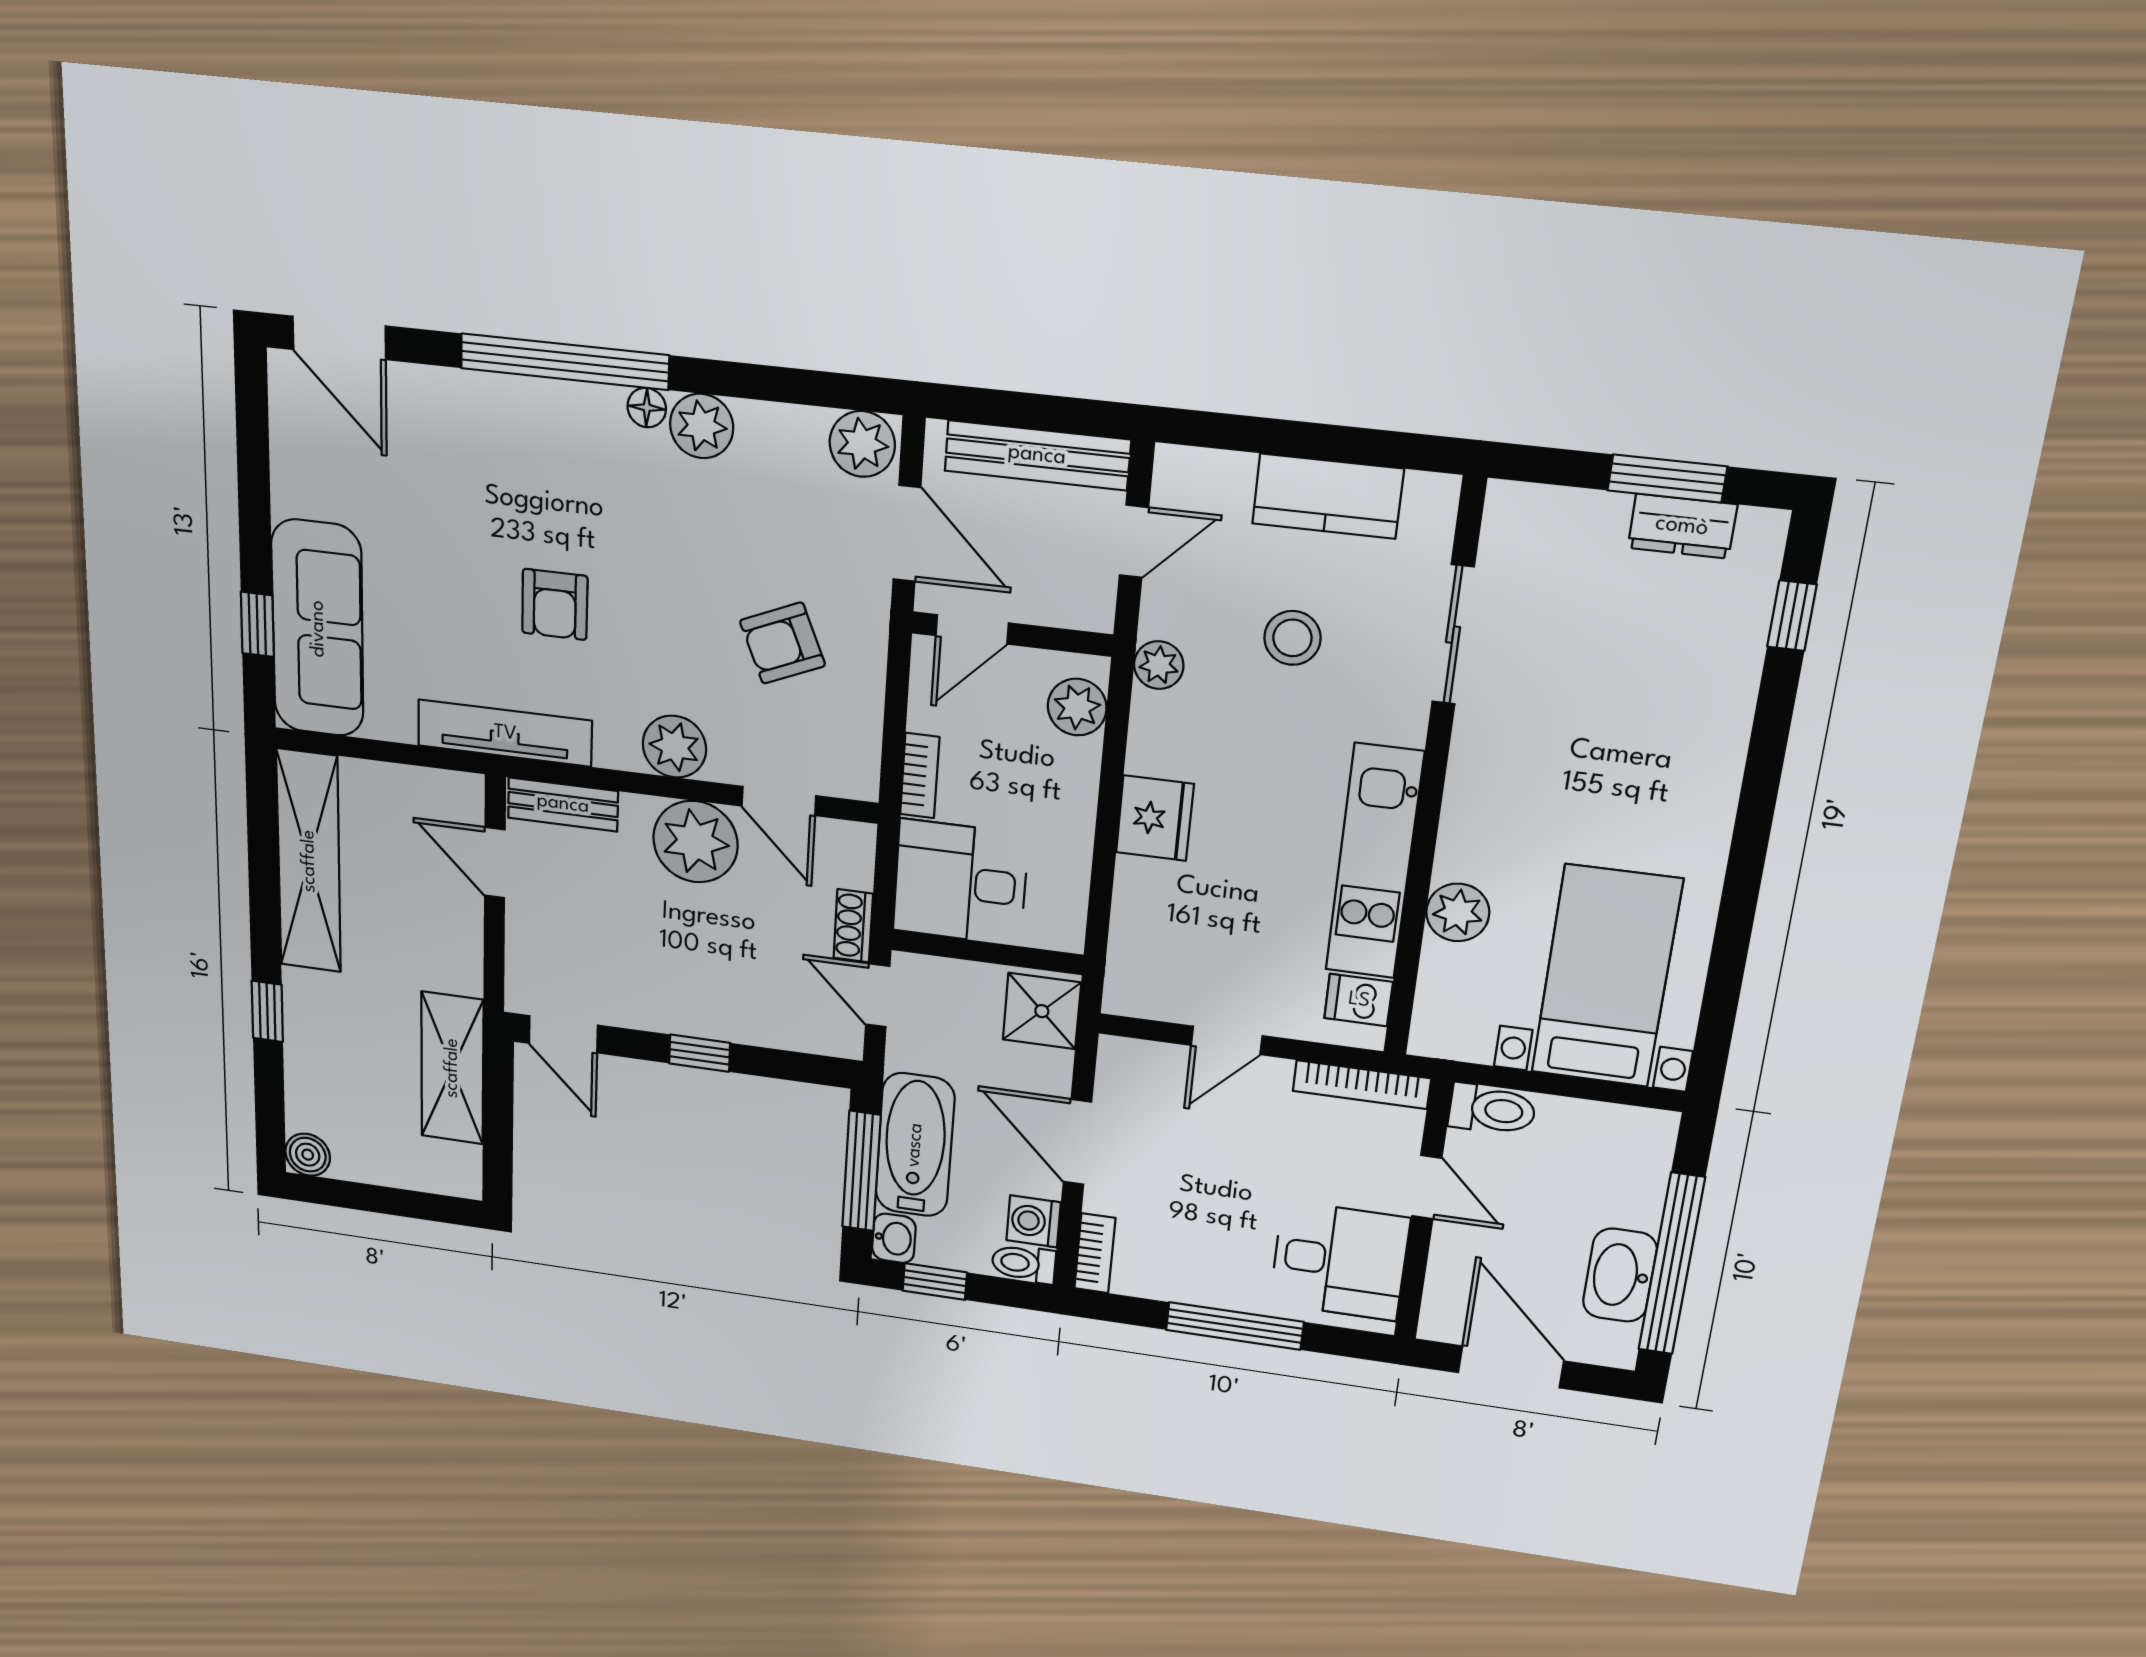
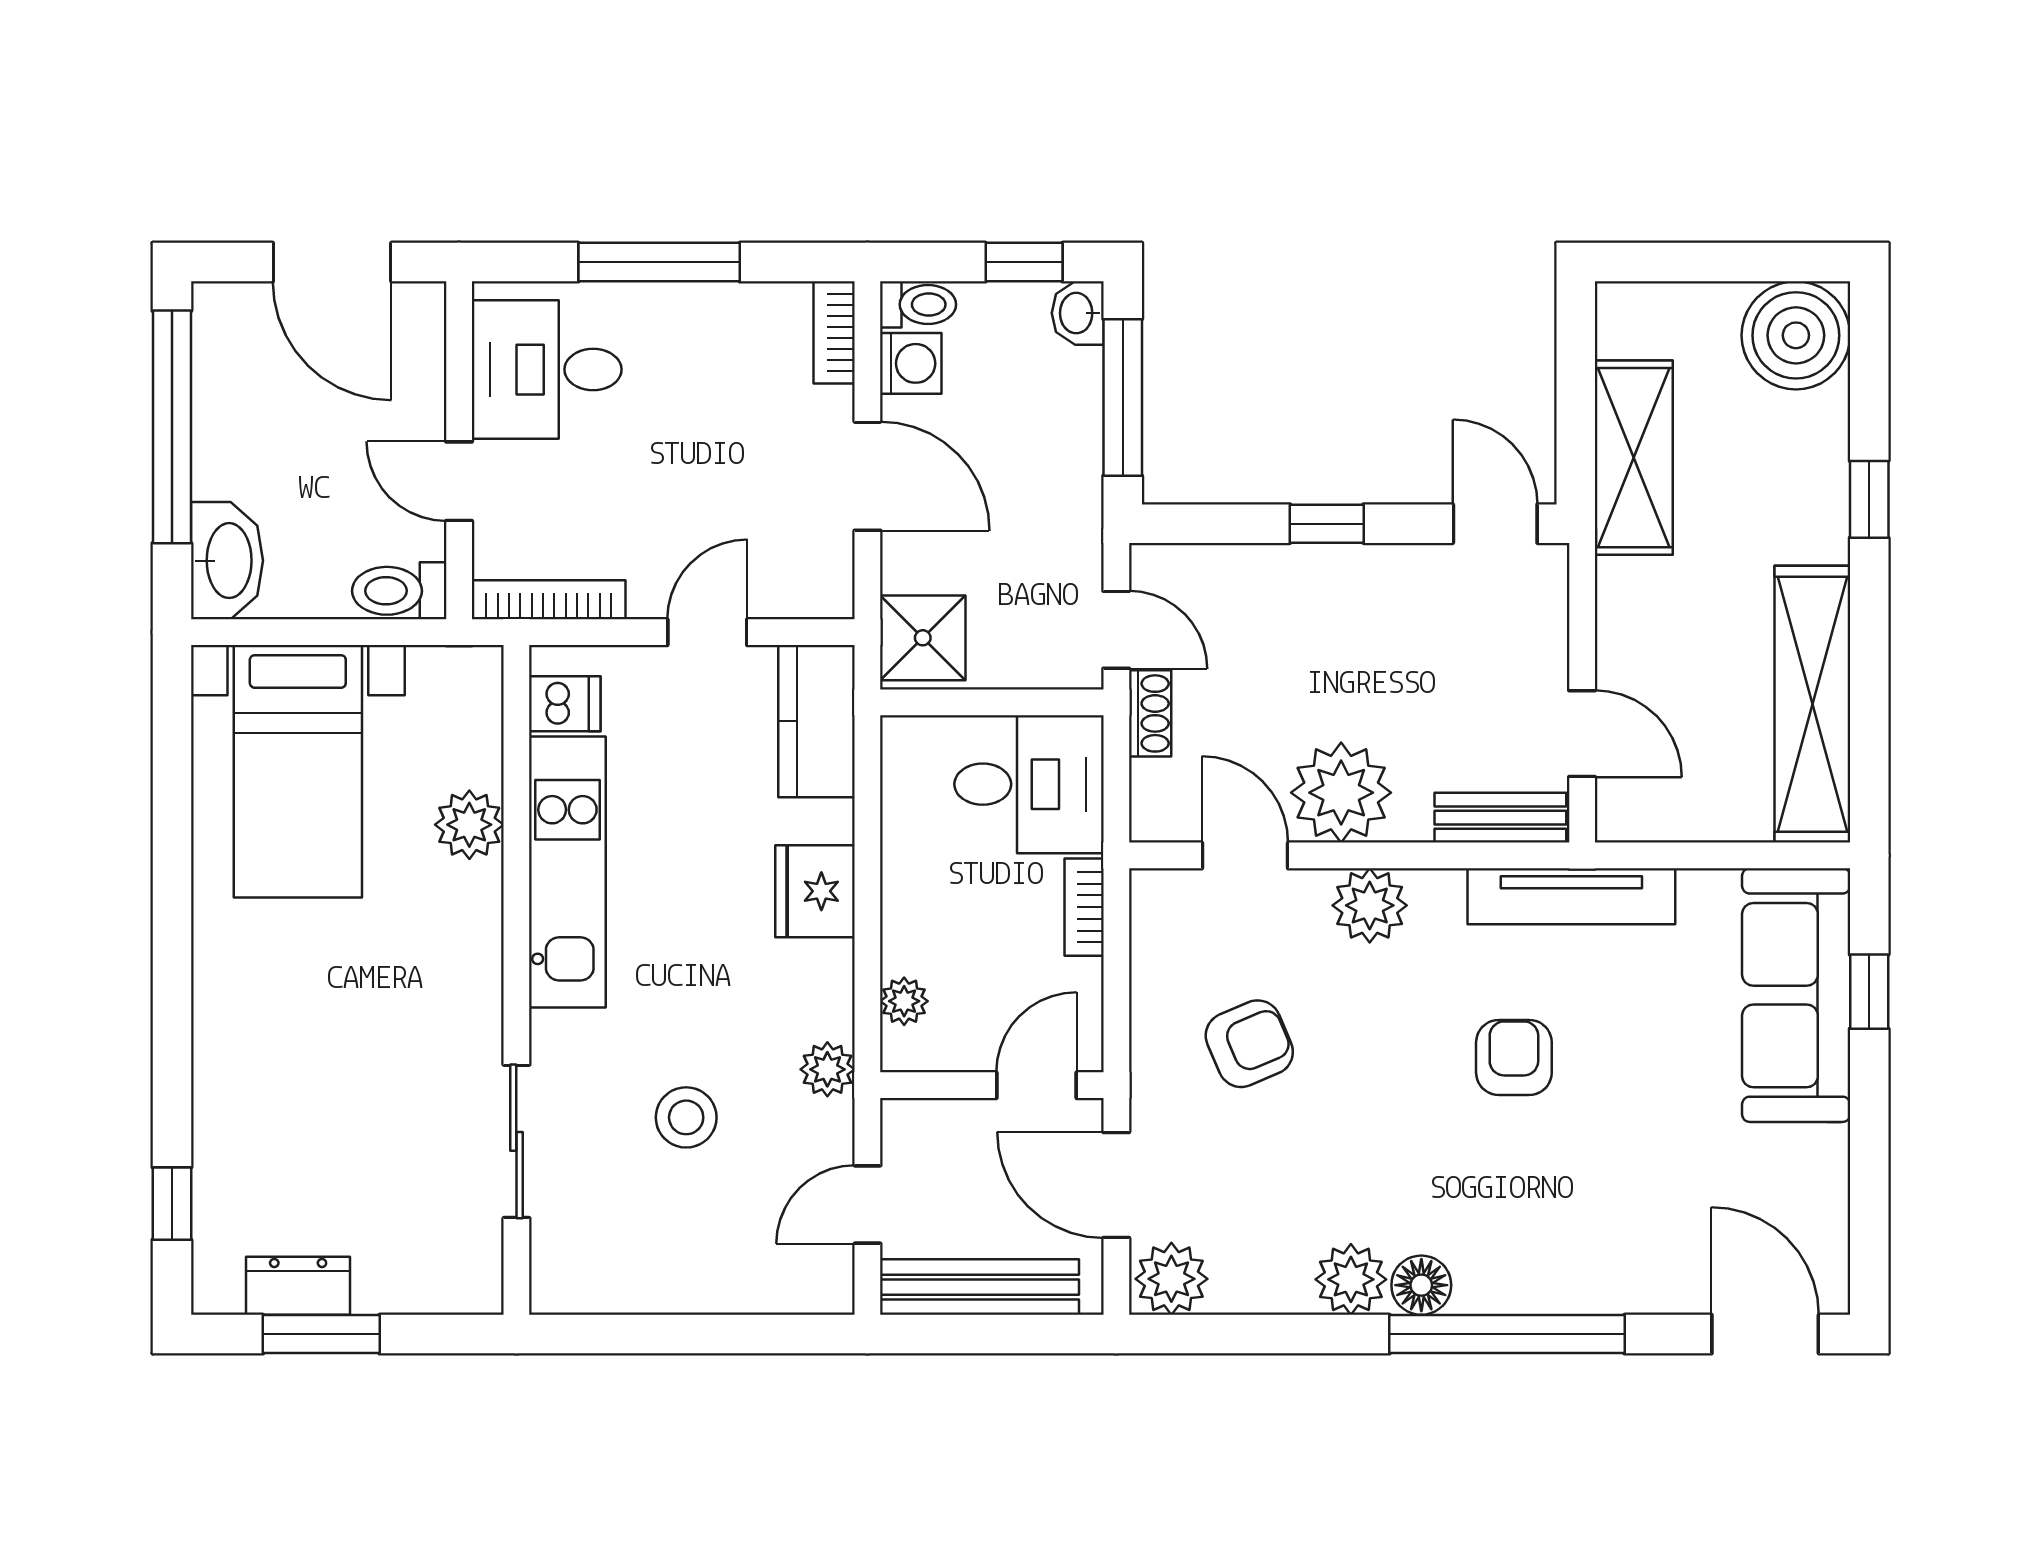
floor lamp: (647, 408) -> (1421, 1285), width x1.37, depth x1.37
kitchen counter: (1328, 496) -> (817, 721), moved, turned -90
plant: (1077, 707) -> (904, 1001), width x0.73, depth x0.73
bathtub: (915, 1145) -> (1060, 442), removed
boiler: (308, 1155) -> (1796, 335), width x1.86, depth x1.86
washbasin: (1620, 1275) -> (227, 561), moved

